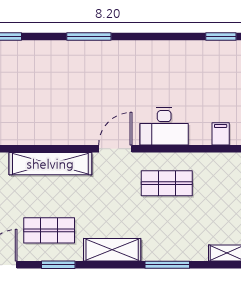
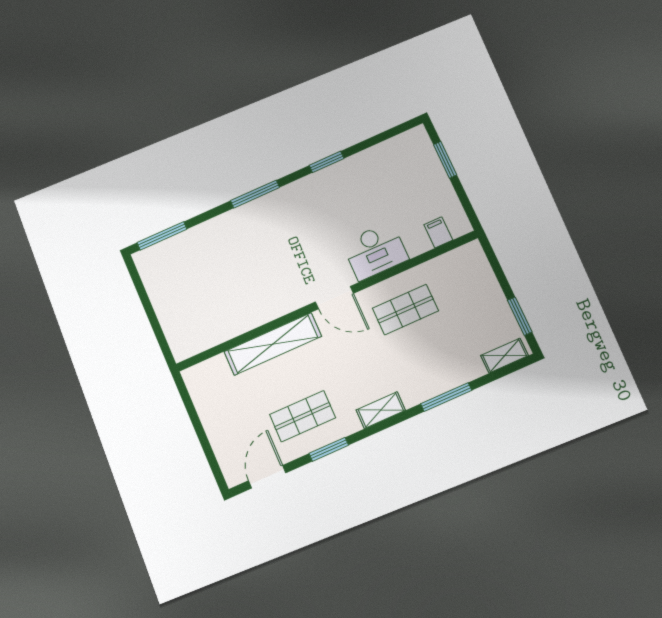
window: (221, 37) -> (327, 162), moved
door: (115, 149) -> (334, 298), swing flipped
shelving: (112, 250) -> (381, 410), width x0.67, depth x0.75

